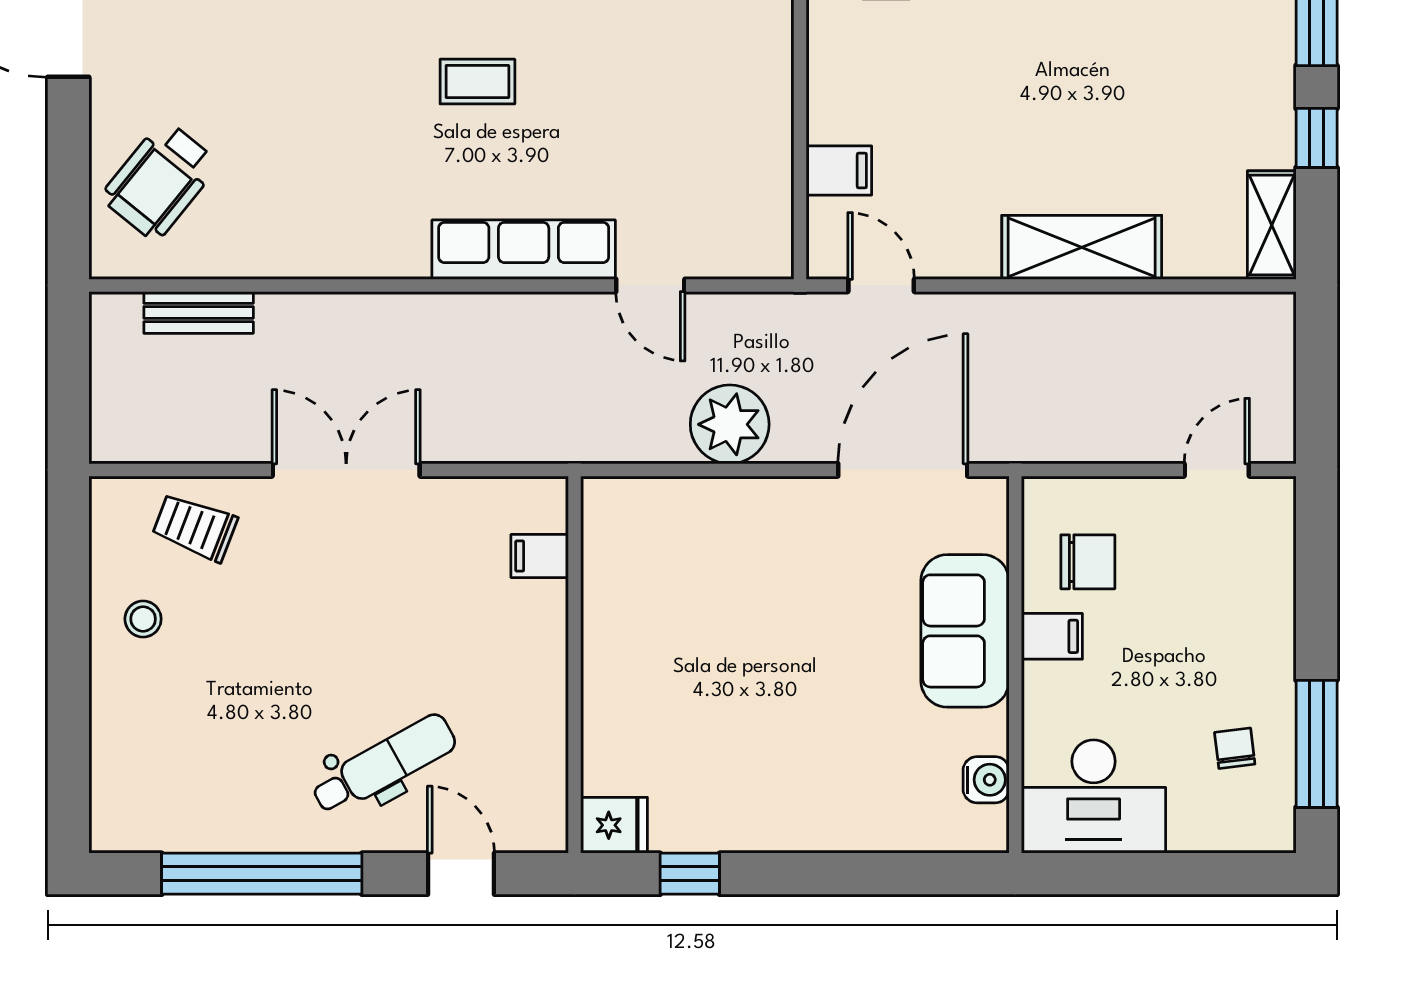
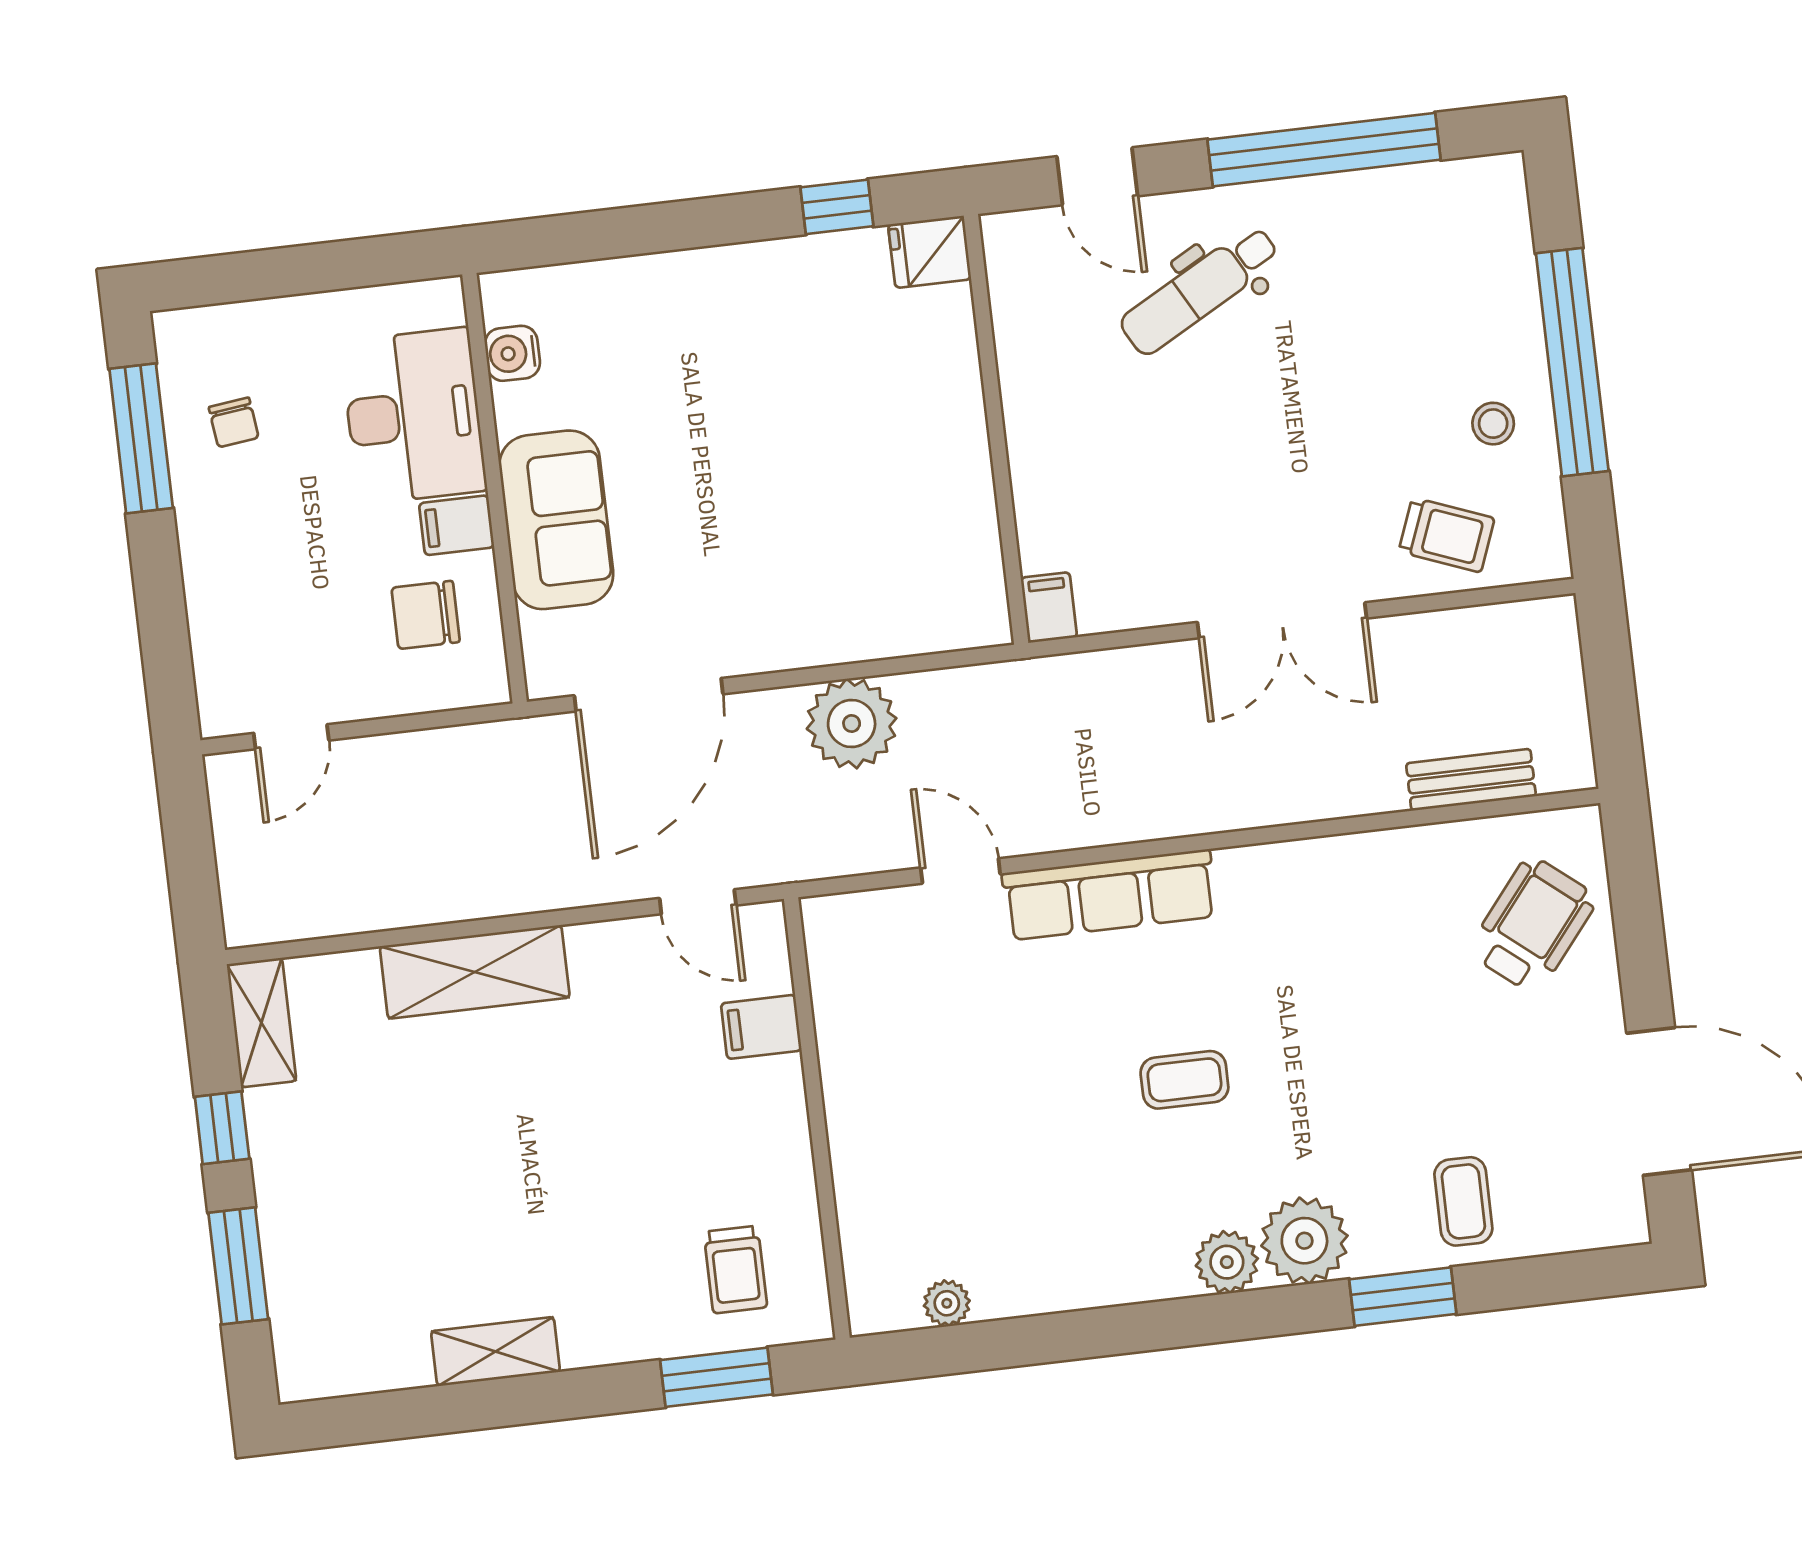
filing cabinet: (540, 556) -> (1049, 607), moved, turned -90
window: (68, 664) -> (1572, 362), added
desk: (1094, 797) -> (414, 416), moved, turned 90

